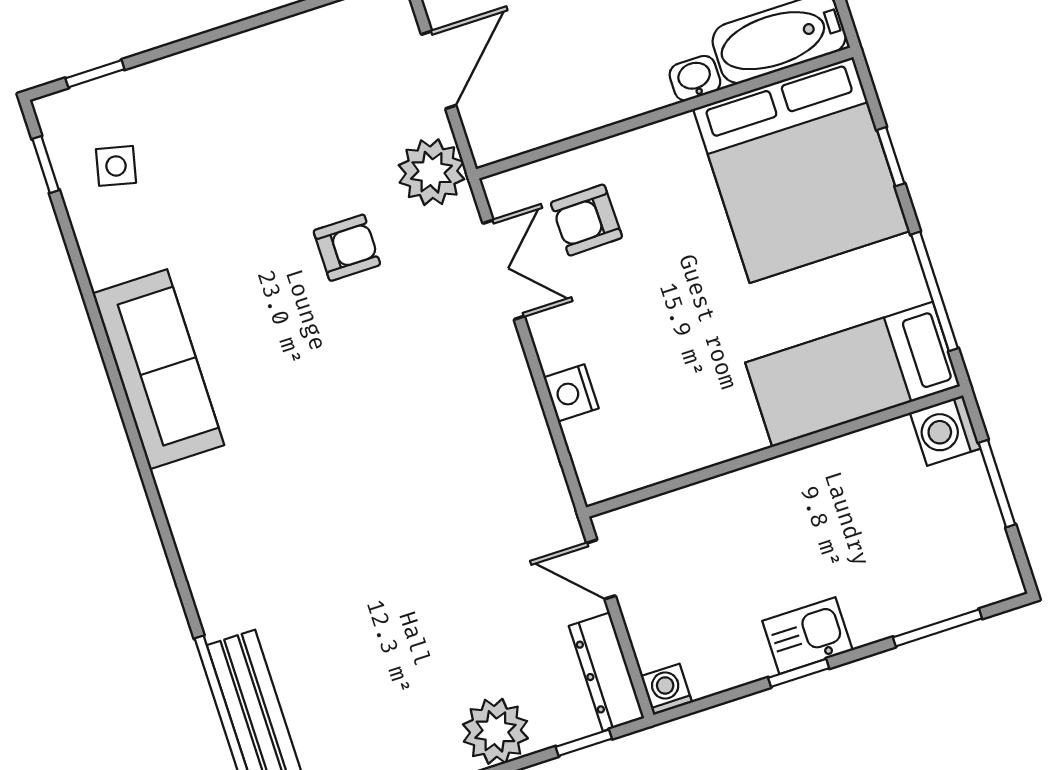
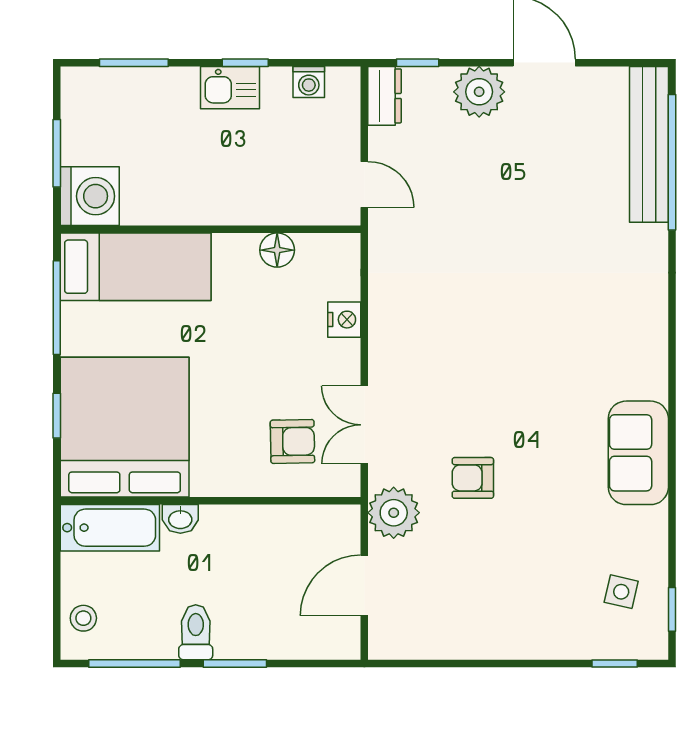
sofa: (158, 369) -> (638, 453), width x0.73
washing machine: (945, 430) -> (90, 196), width x1.37, depth x1.37
floor lamp: (683, 452) -> (277, 250), added
dresser: (606, 672) -> (384, 96), width x0.70
washing machine: (666, 689) -> (309, 82), moved

